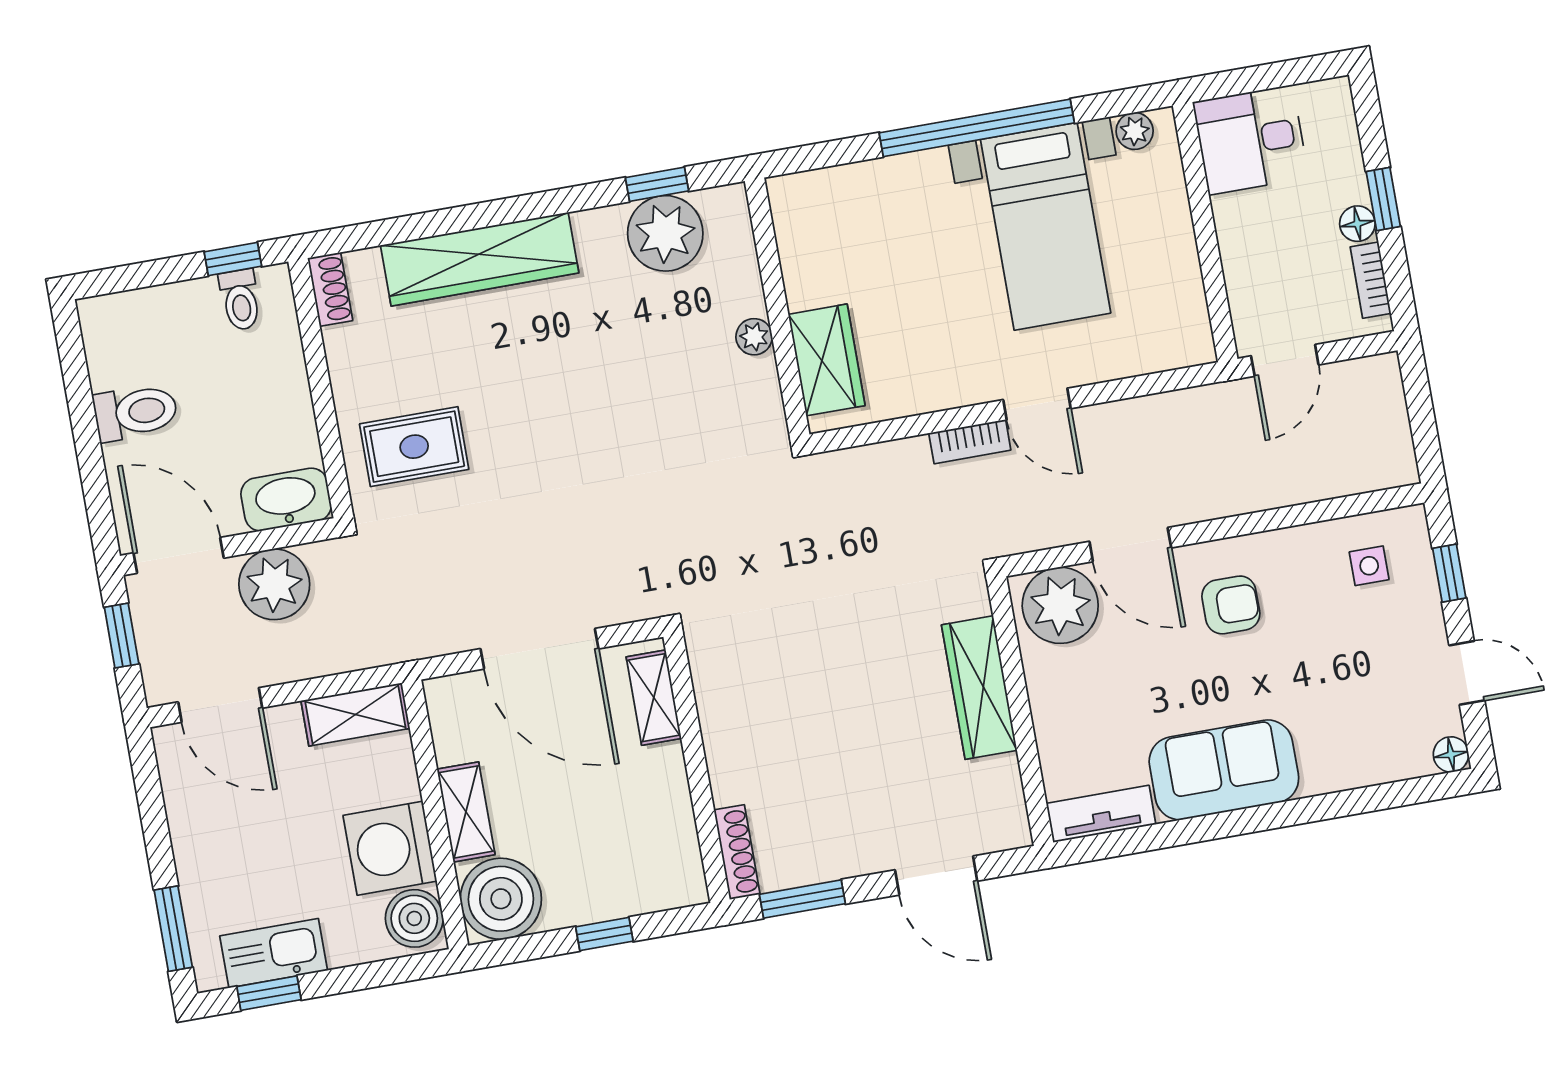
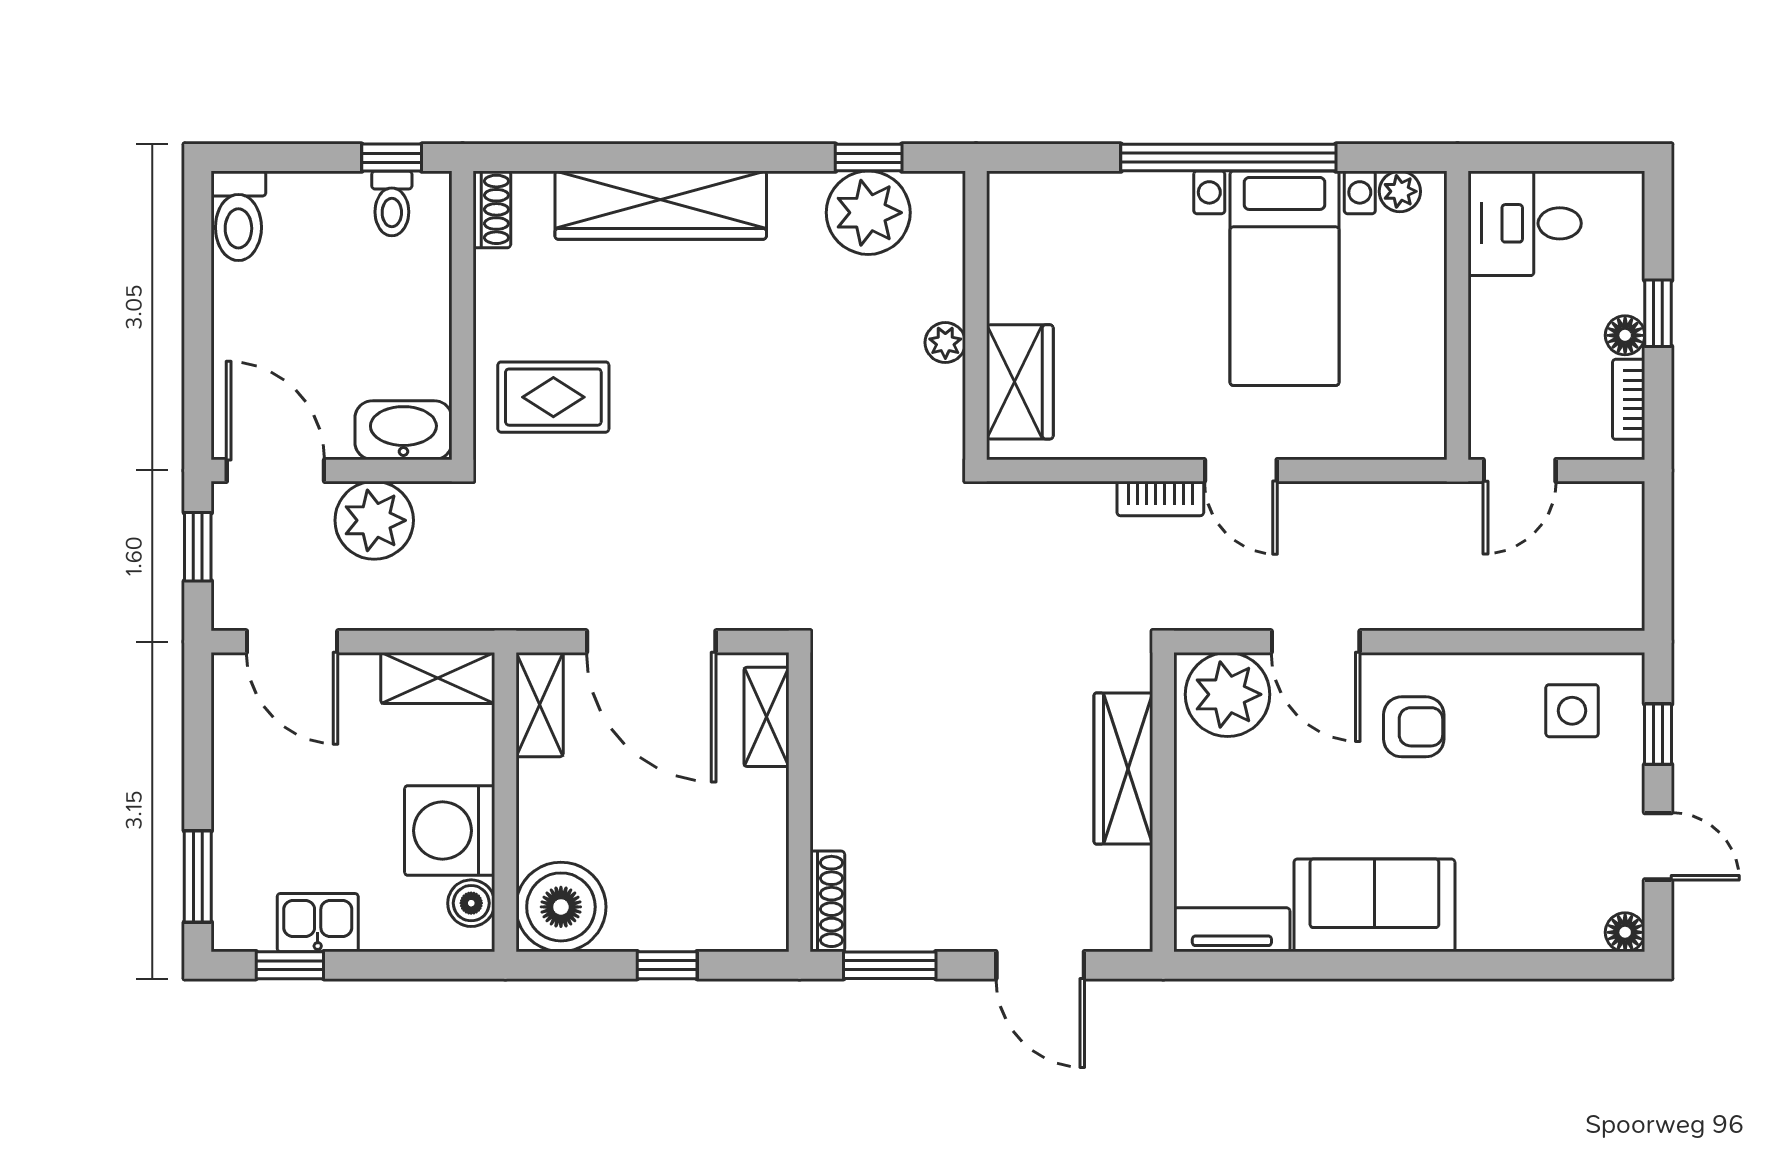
toilet: (136, 412) -> (238, 216), moved, turned 90
side table: (1369, 566) -> (1572, 711), width x1.37, depth x1.37
shelving: (466, 812) -> (540, 705), moved
boiler: (414, 918) -> (471, 903), width x0.73, depth x0.73
kitchen sink: (274, 953) -> (318, 923), width x0.73

